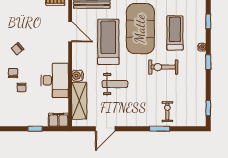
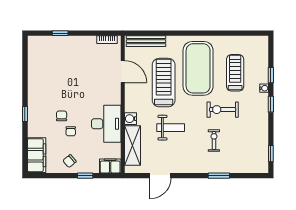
window: (208, 21) -> (271, 75), moved
chair: (17, 49) -> (70, 161), moved
exercise bike: (167, 112) -> (214, 141), moved

